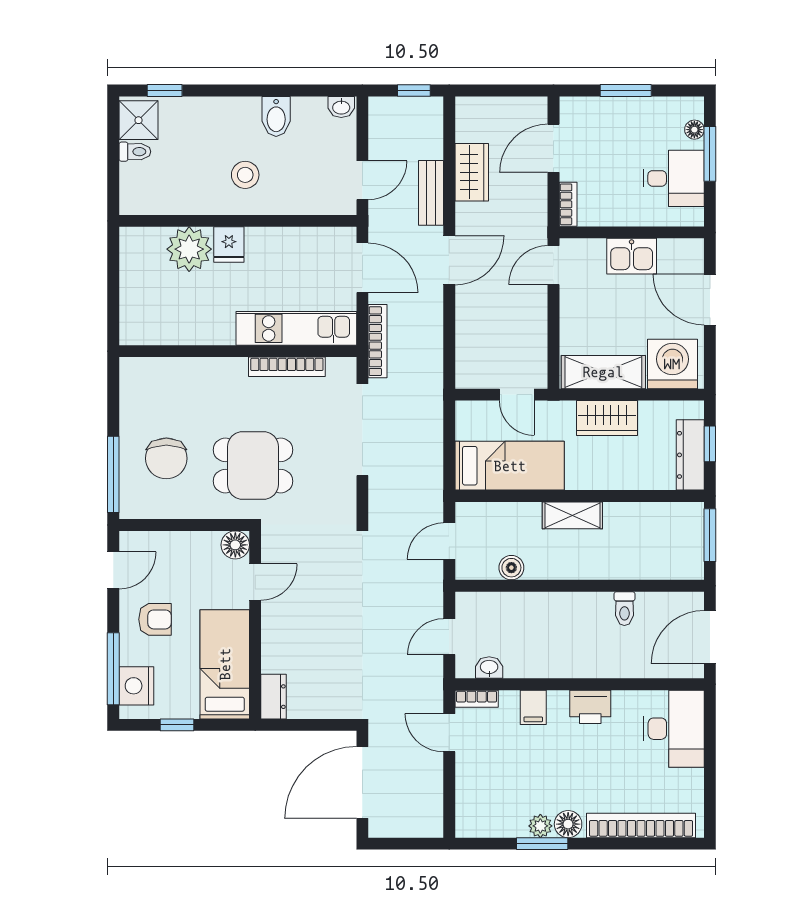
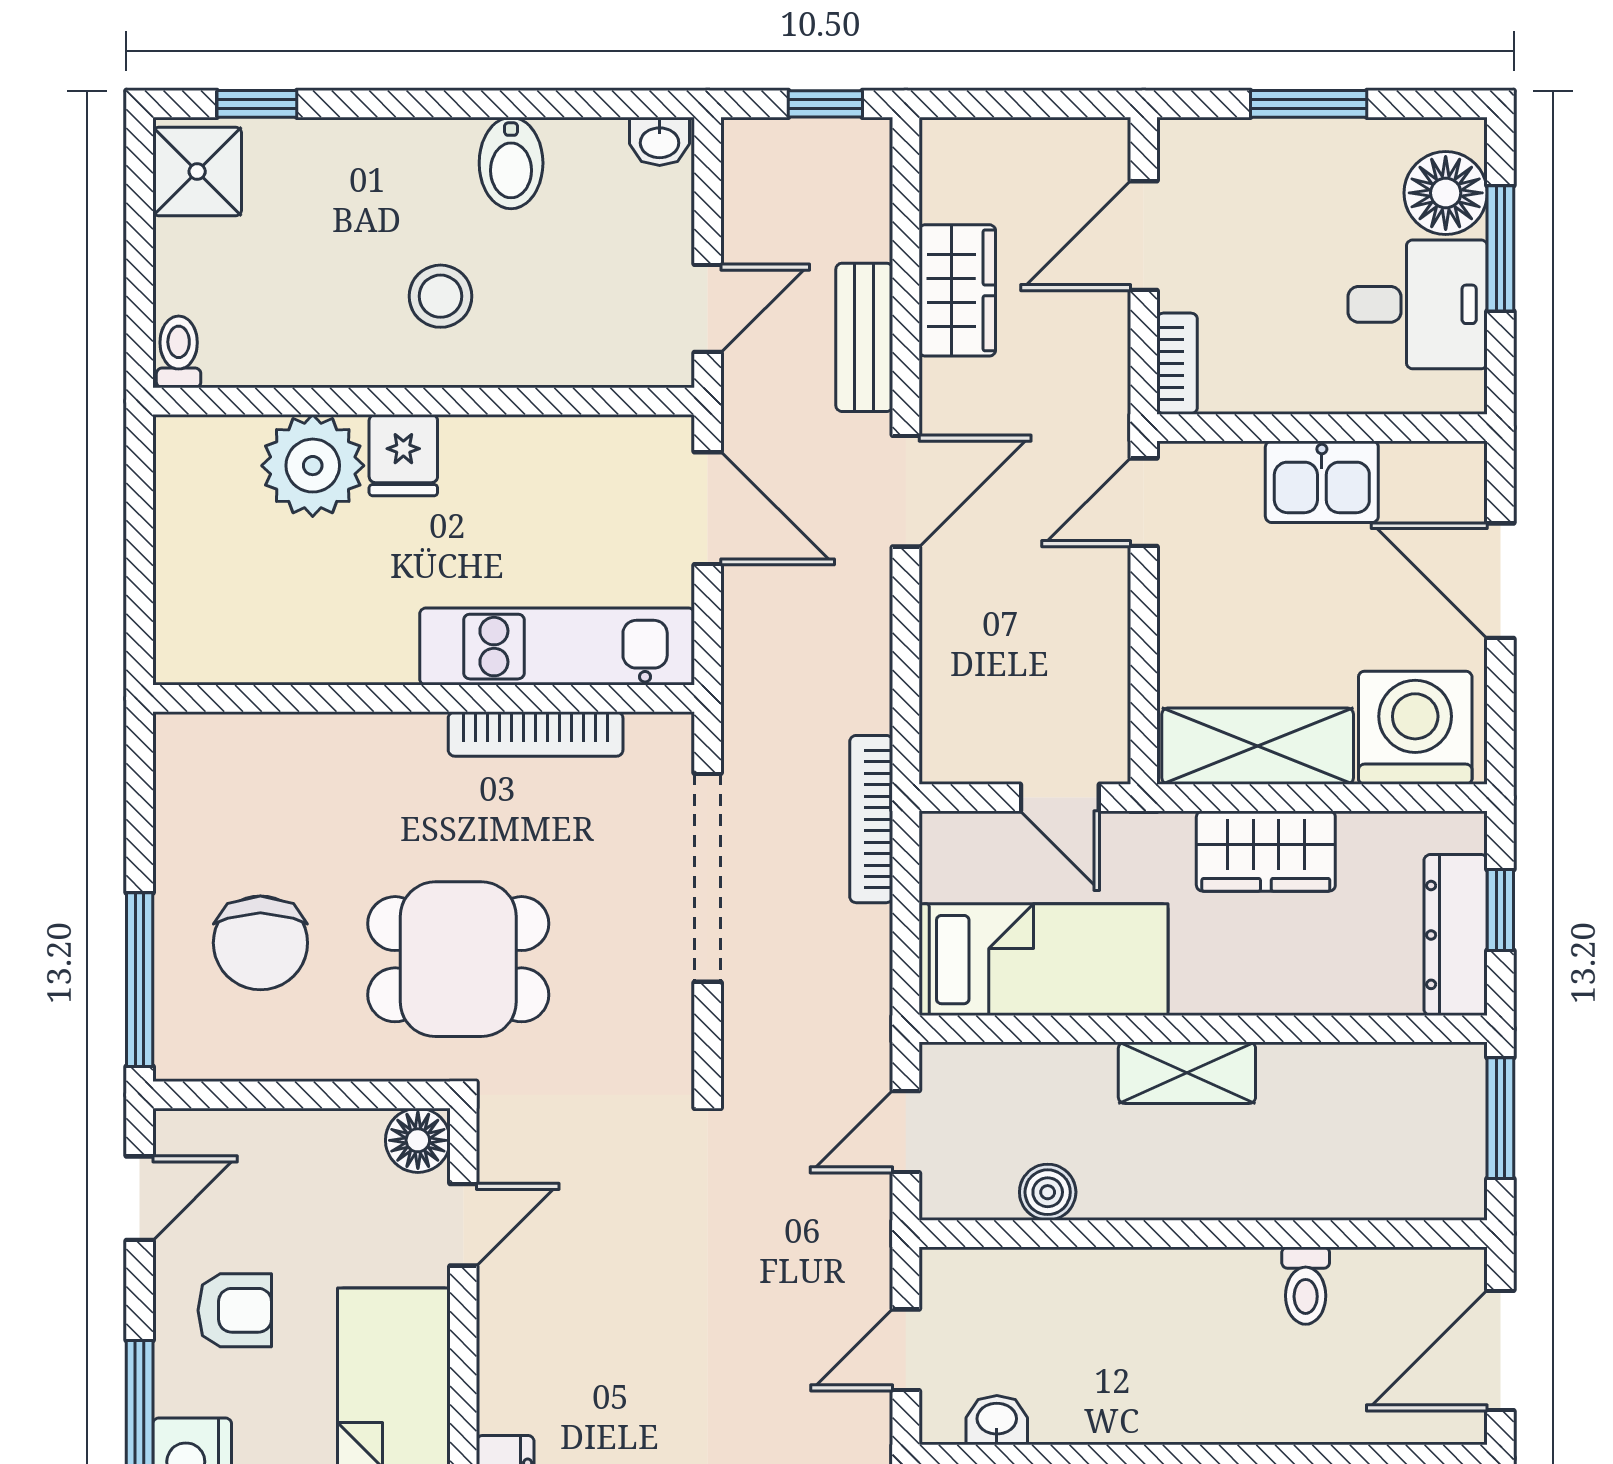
floor lamp: (694, 130) -> (1446, 193), width x1.89, depth x1.89
toilet: (135, 152) -> (179, 352), moved, turned -90
bookcase: (378, 341) -> (871, 819), moved, turned 180

